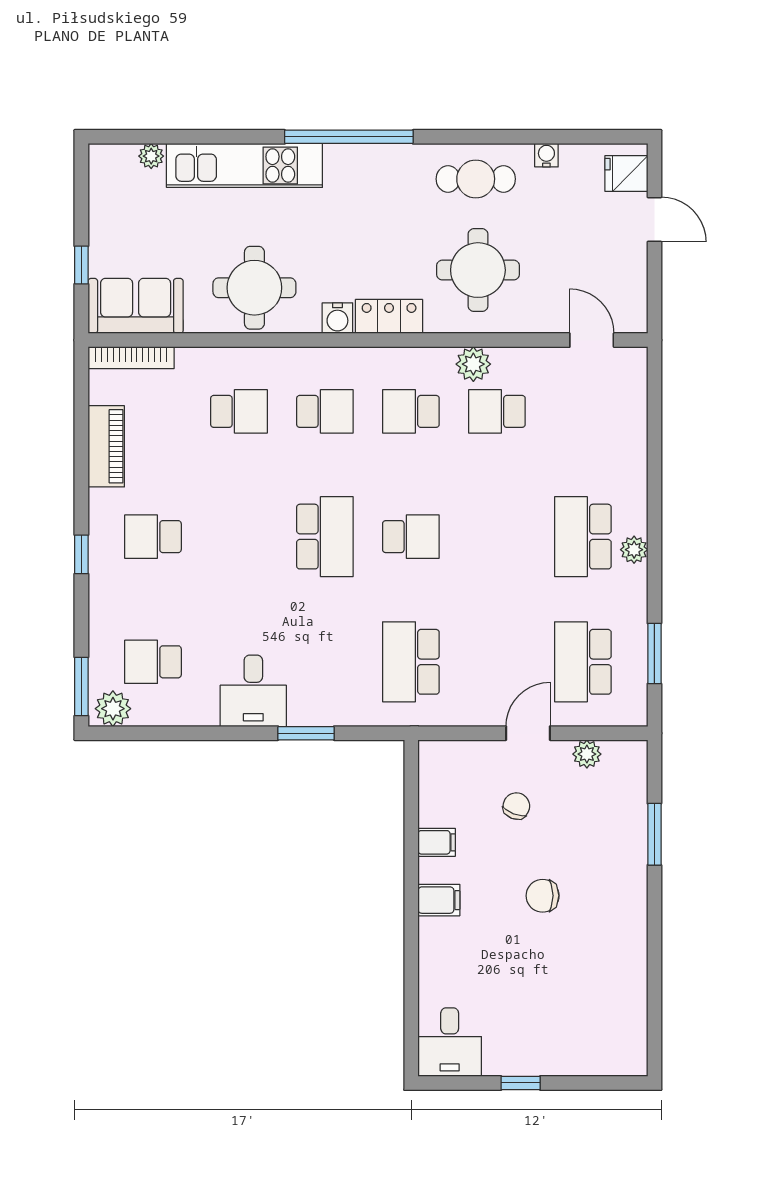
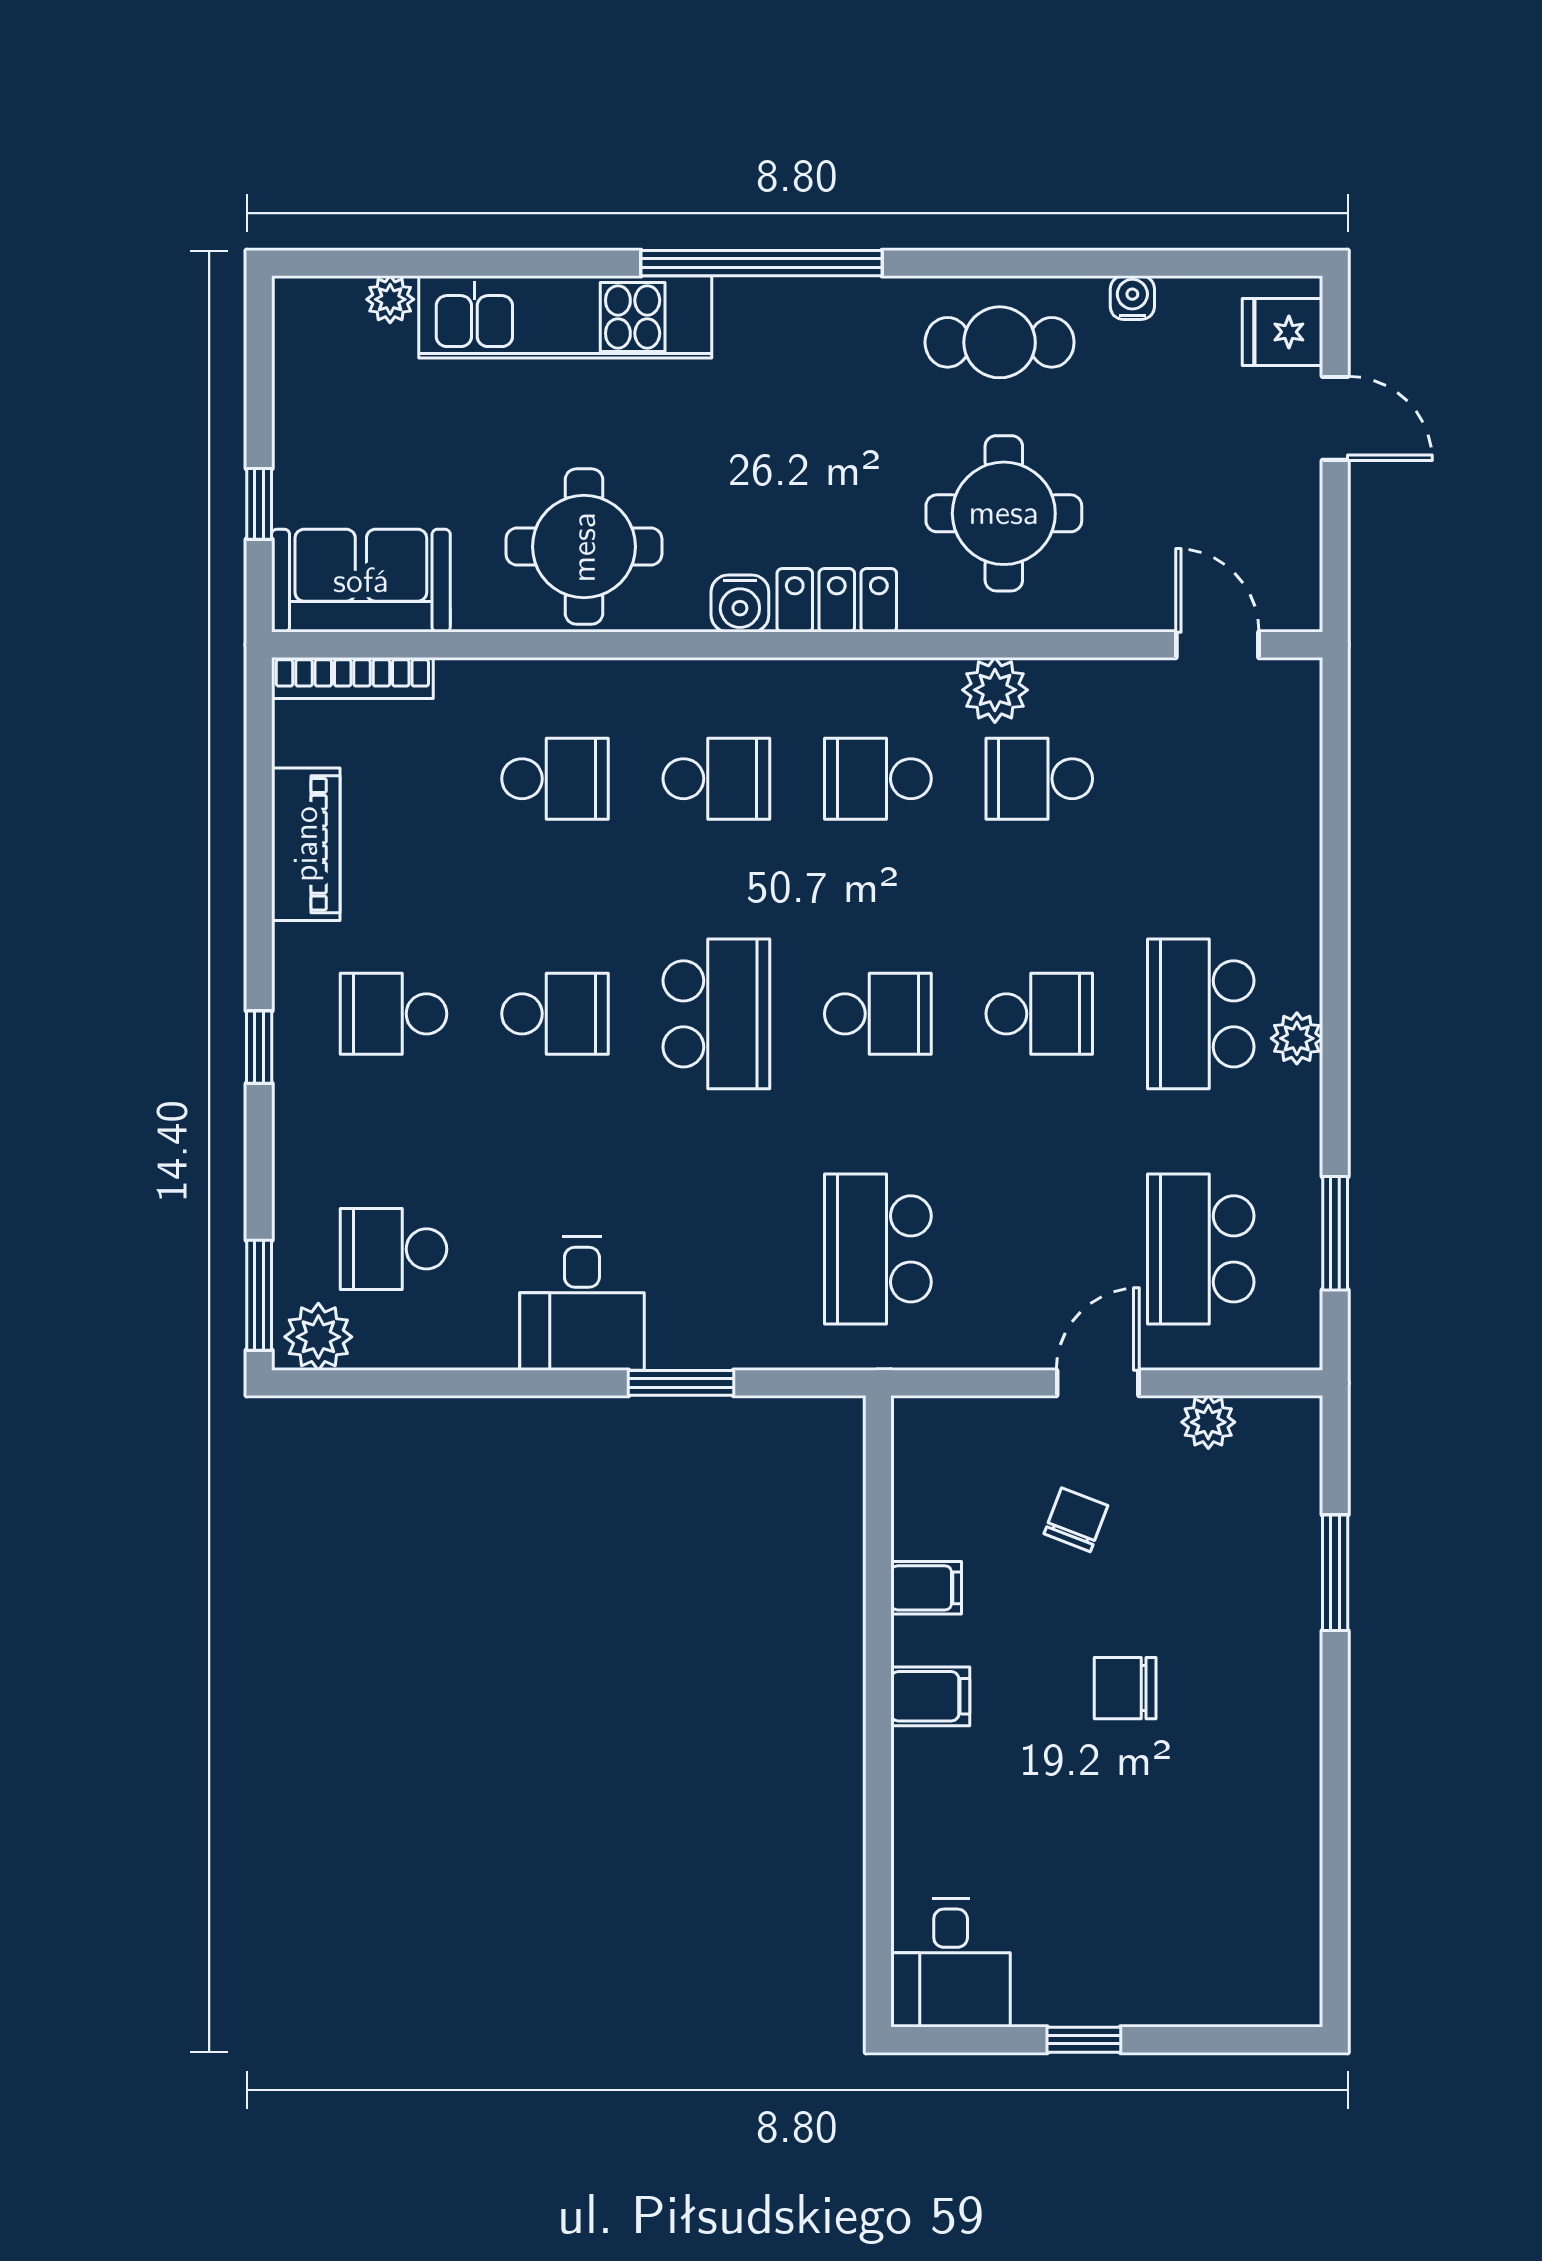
school desk: (239, 537) -> (555, 1014), added
school desk: (497, 537) -> (1039, 1014), added

